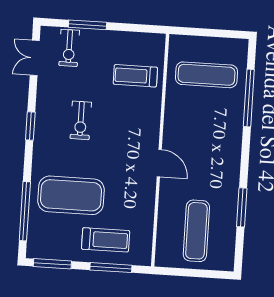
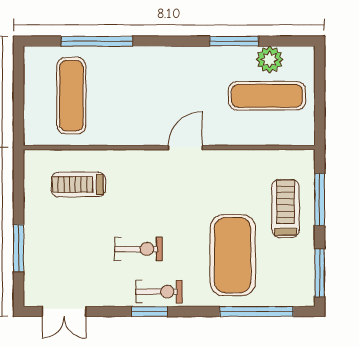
exercise bike: (69, 48) -> (159, 292), moved
treadmill: (135, 76) -> (78, 185), turned 90
plant: (225, 235) -> (270, 59), added

